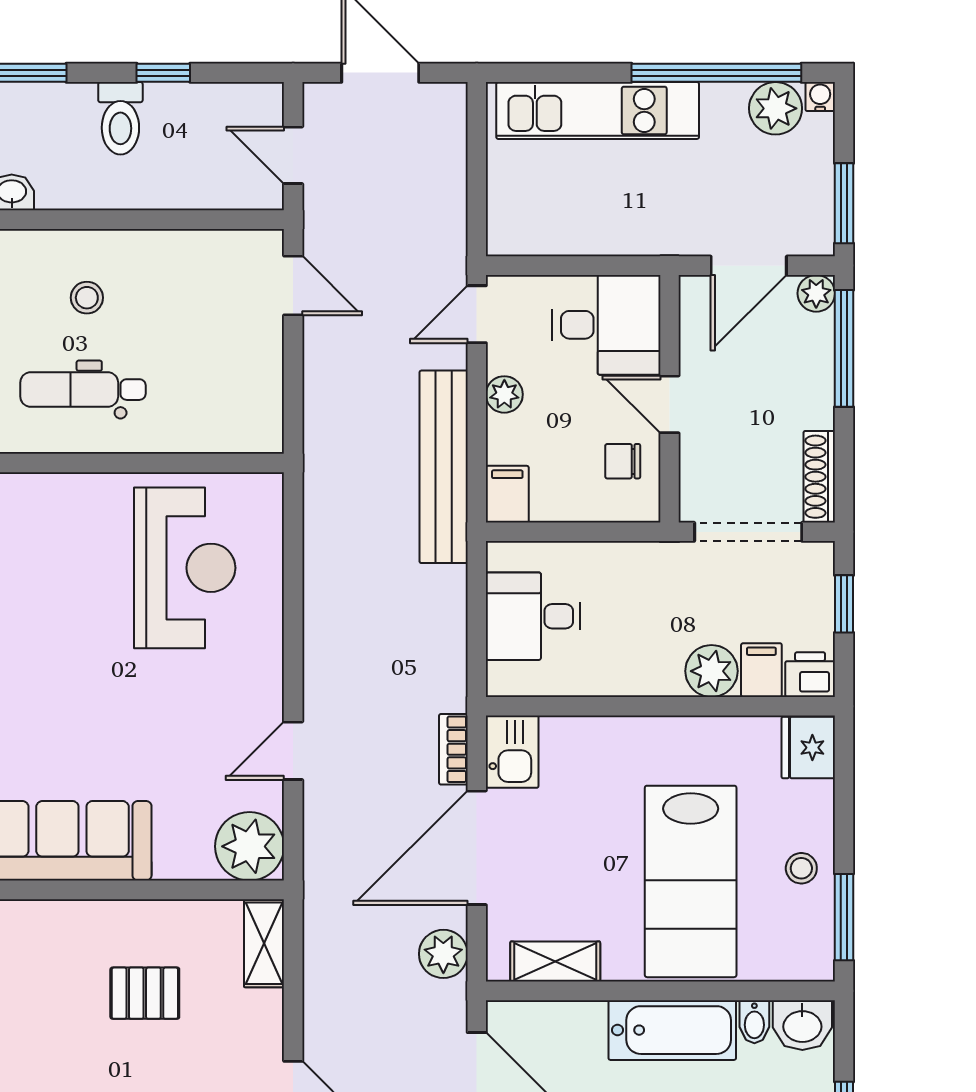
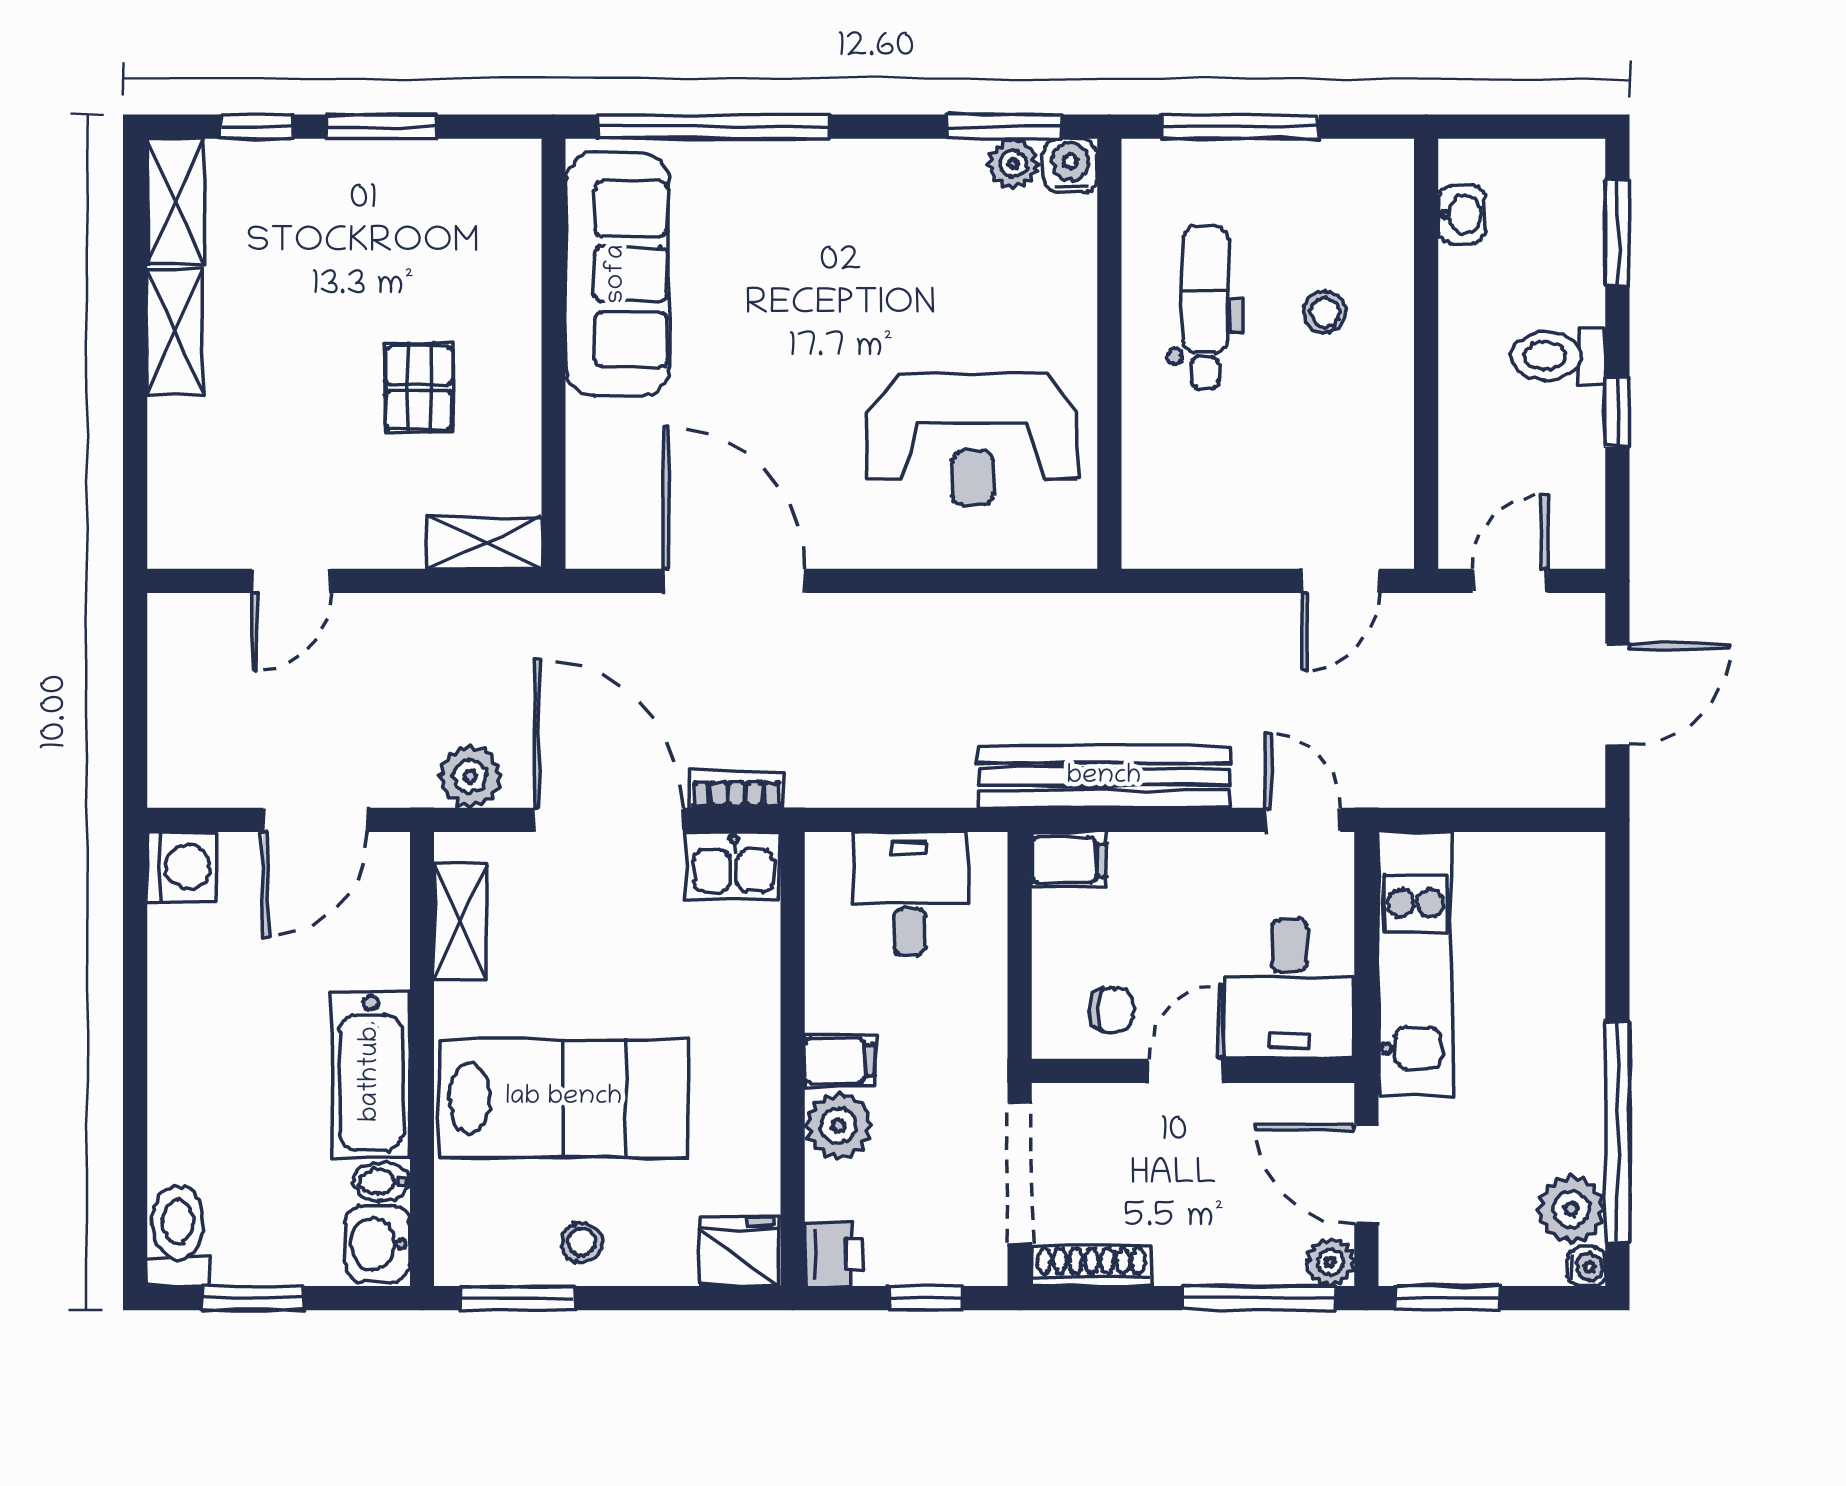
kitchen unit: (598, 110) -> (1415, 964), moved, turned 180
plant: (504, 394) -> (1199, 856), removed
chair: (623, 461) -> (1112, 1010), turned 90
filing cabinet: (761, 670) -> (840, 1061), moved
door: (293, 751) -> (735, 581), width x1.87
plant: (250, 846) -> (610, 524), removed
lab bench: (691, 881) -> (564, 1098), turned 180

